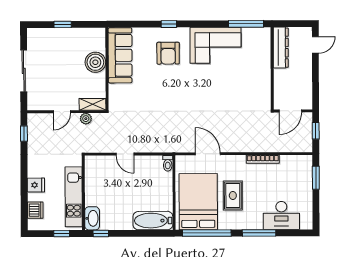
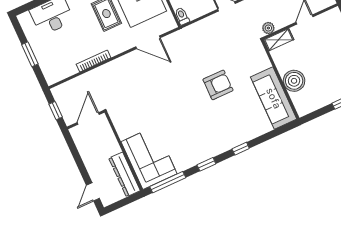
window: (205, 24) -> (206, 164), added
corner sofa: (216, 45) -> (149, 158), moved, turned 90
armchair: (168, 53) -> (218, 85), moved, turned 90
plant: (86, 119) -> (268, 28), moved
window: (316, 178) -> (30, 54), moved

